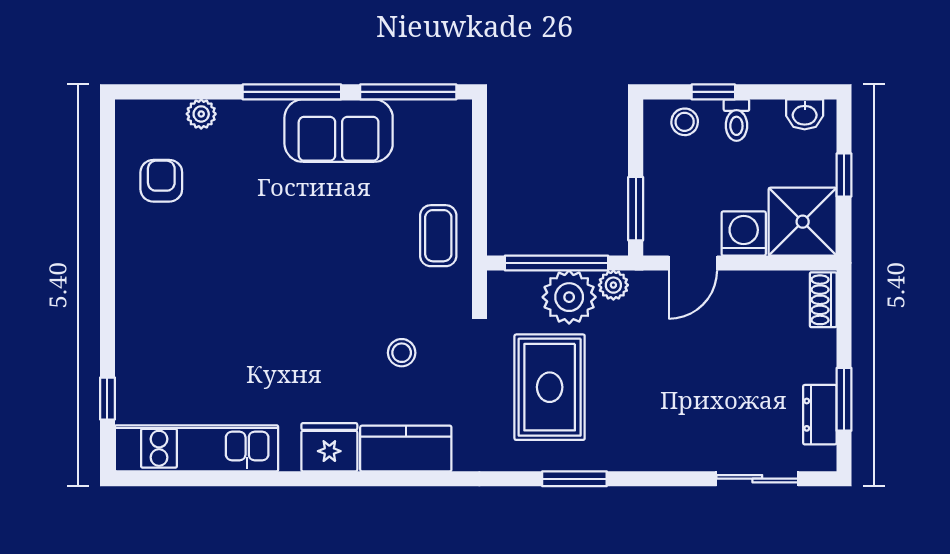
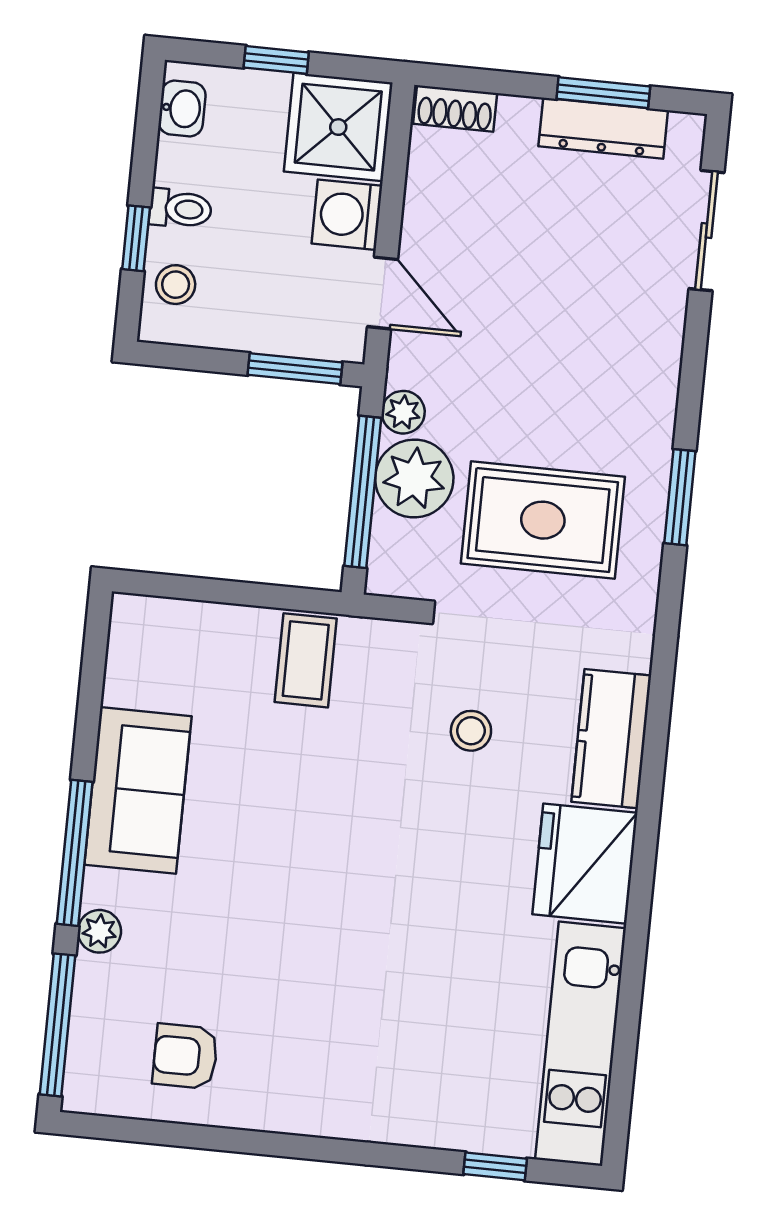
window: (408, 92) -> (58, 1025), moved
plant: (201, 114) -> (99, 931), moved
coffee table: (438, 236) -> (306, 660), turned 90
dresser: (820, 415) -> (603, 128), width x1.44
fridge: (329, 447) -> (585, 864), width x1.36, depth x1.34

